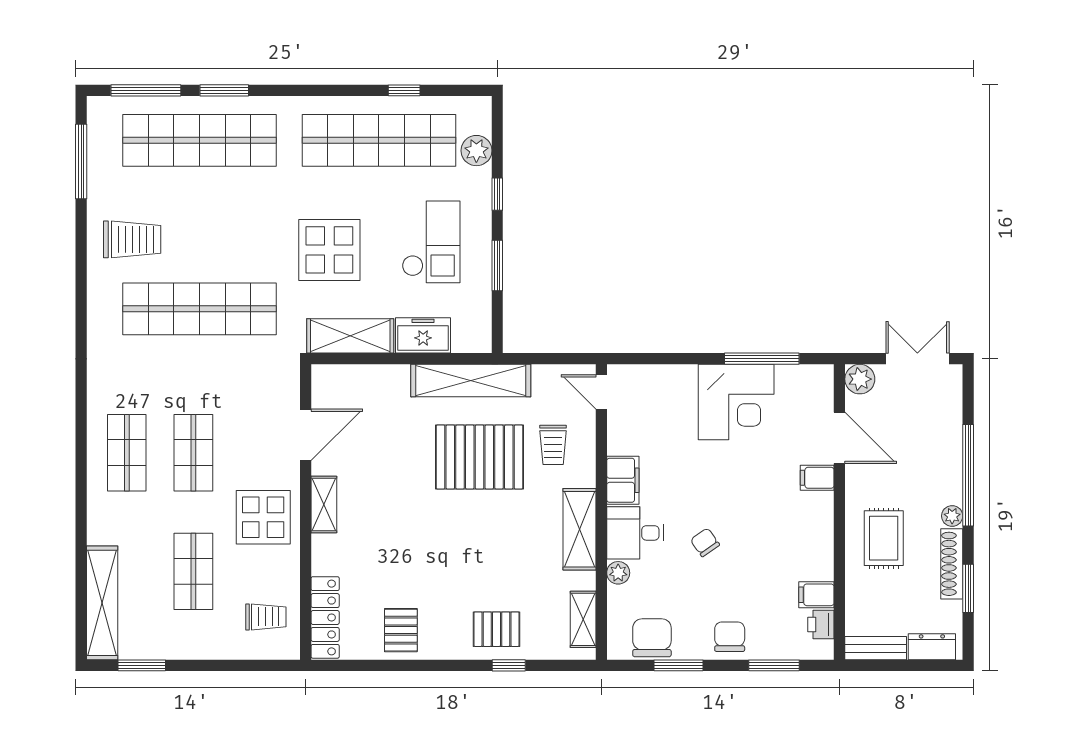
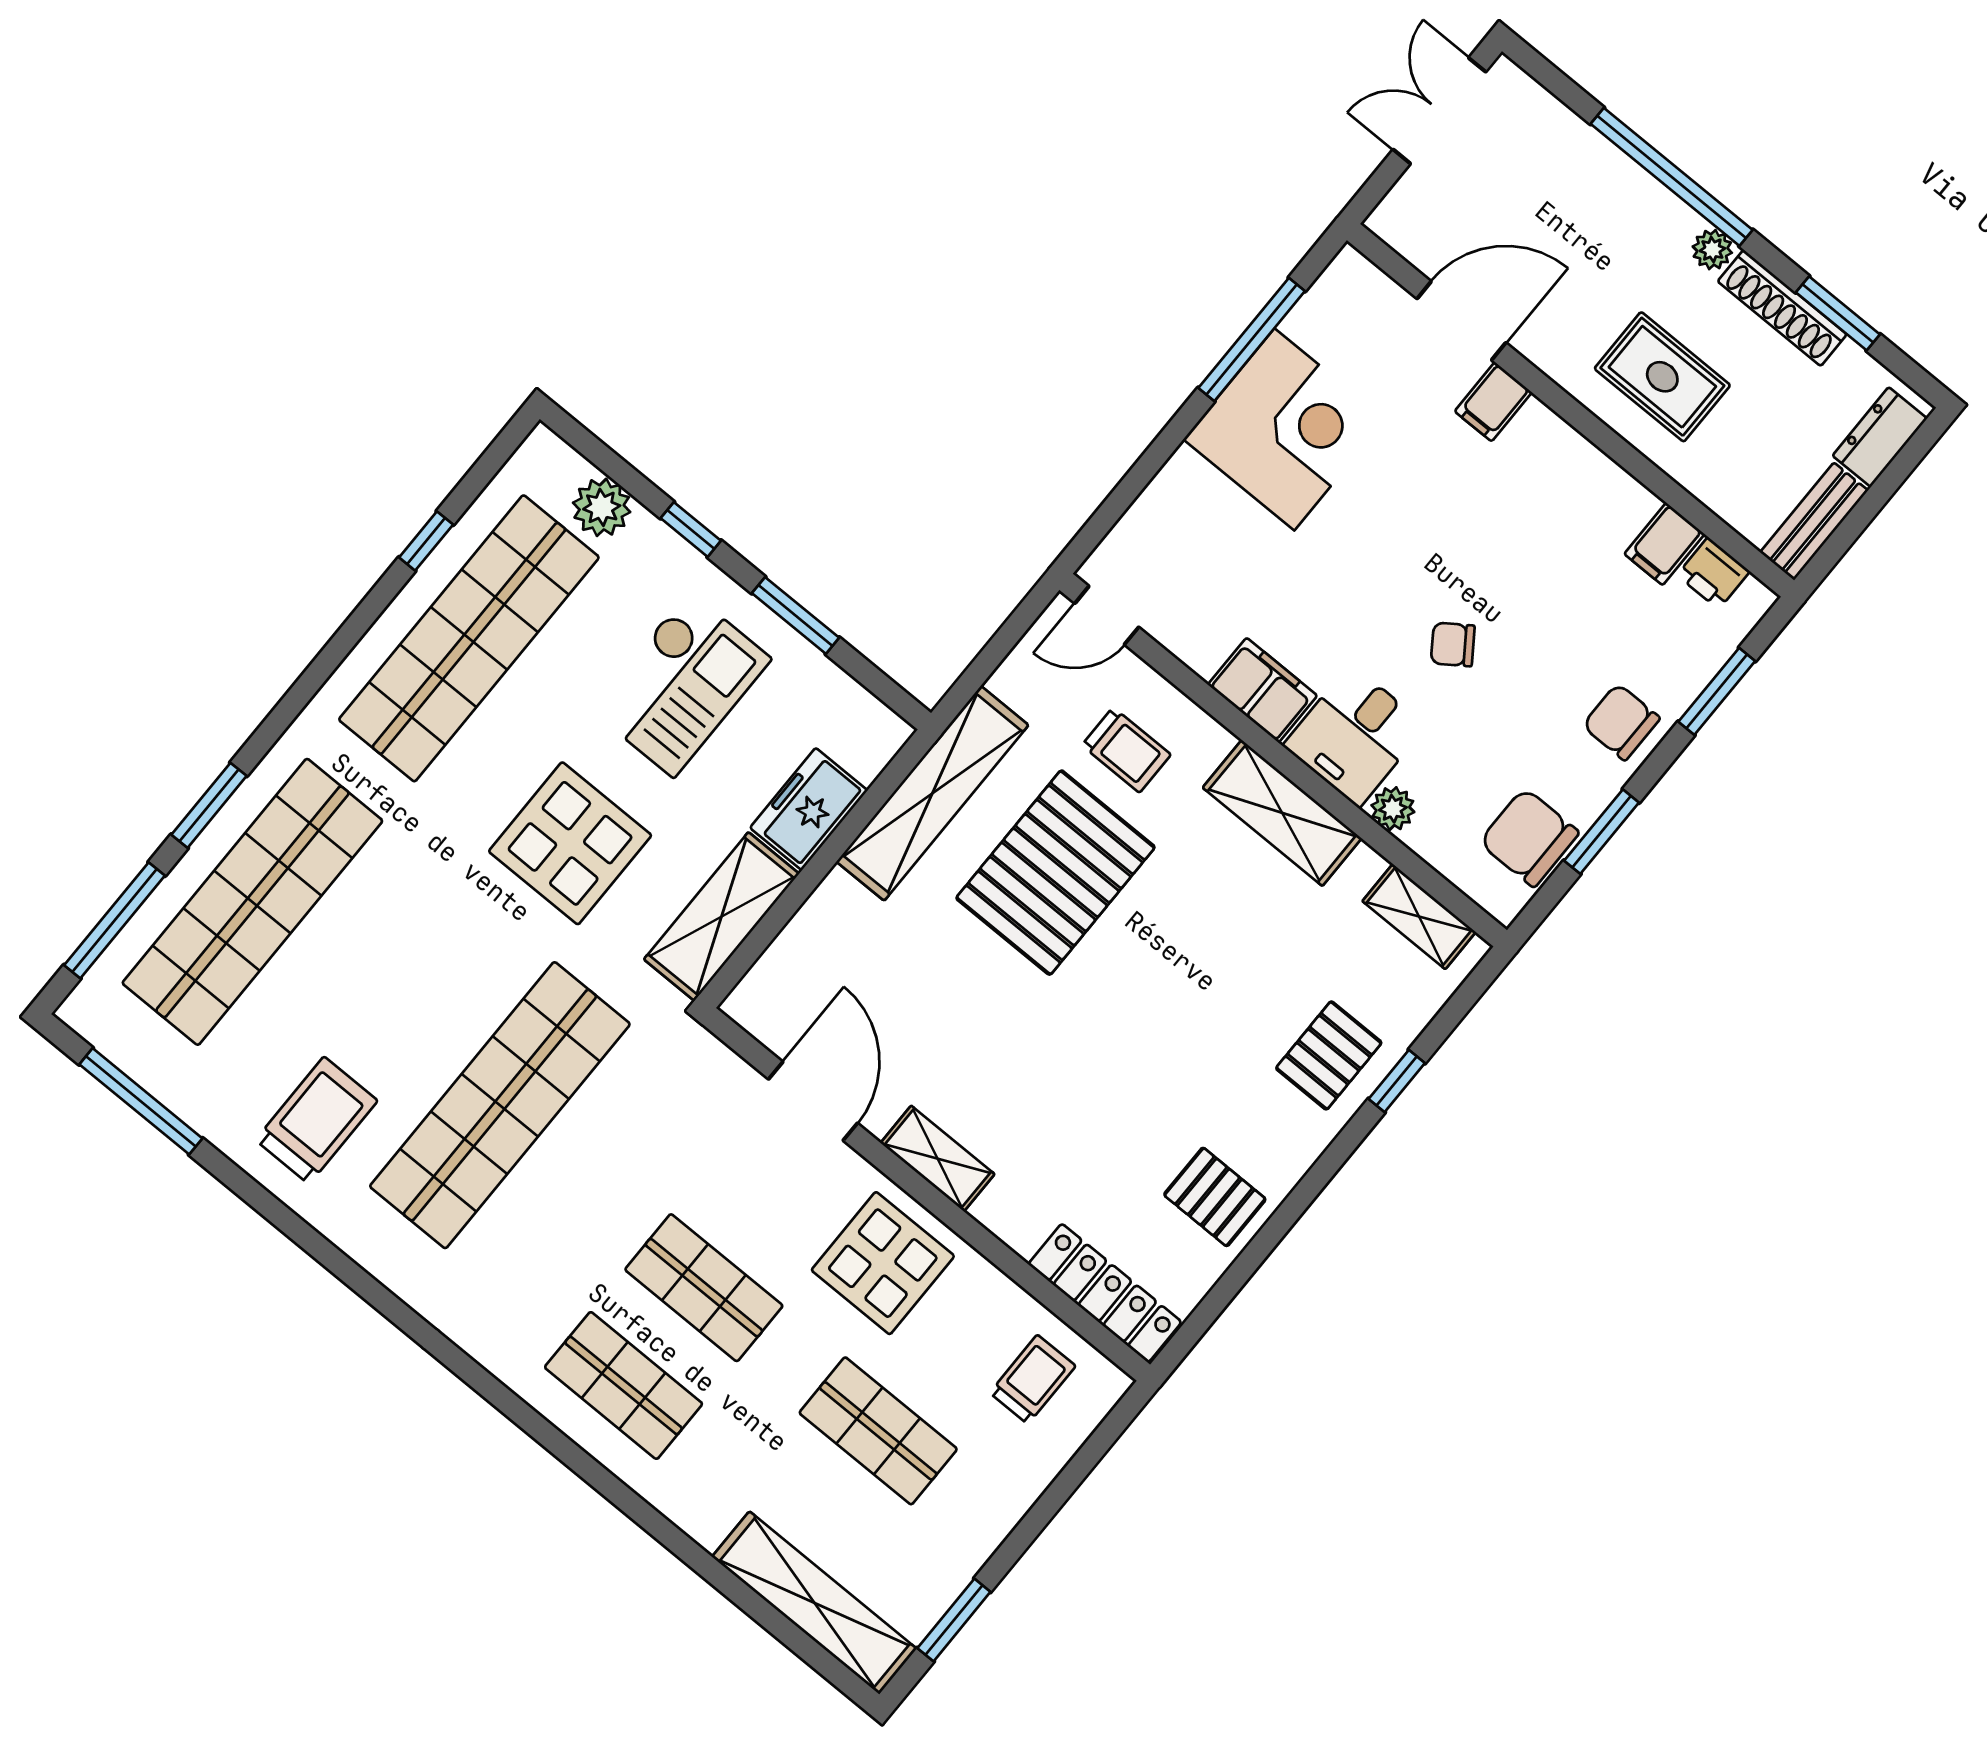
checkout: (431, 242) -> (681, 684), turned 90
plant: (860, 379) -> (1400, 220), removed

